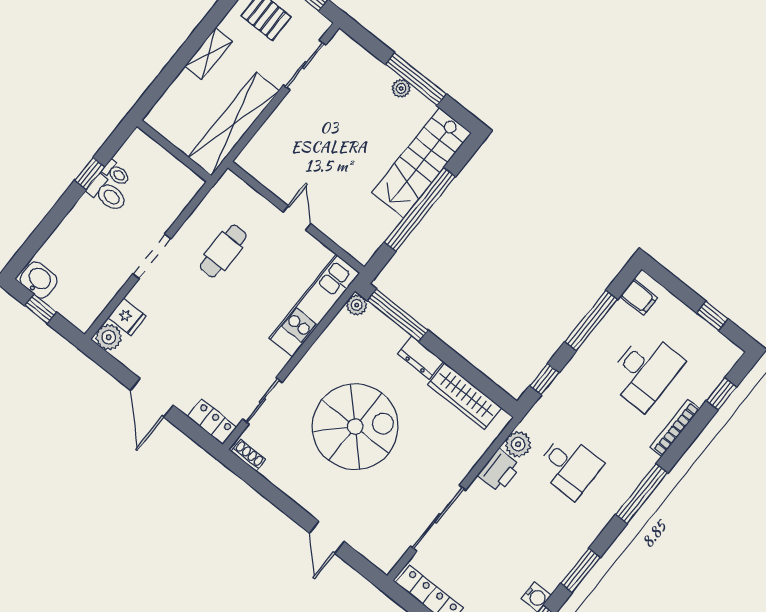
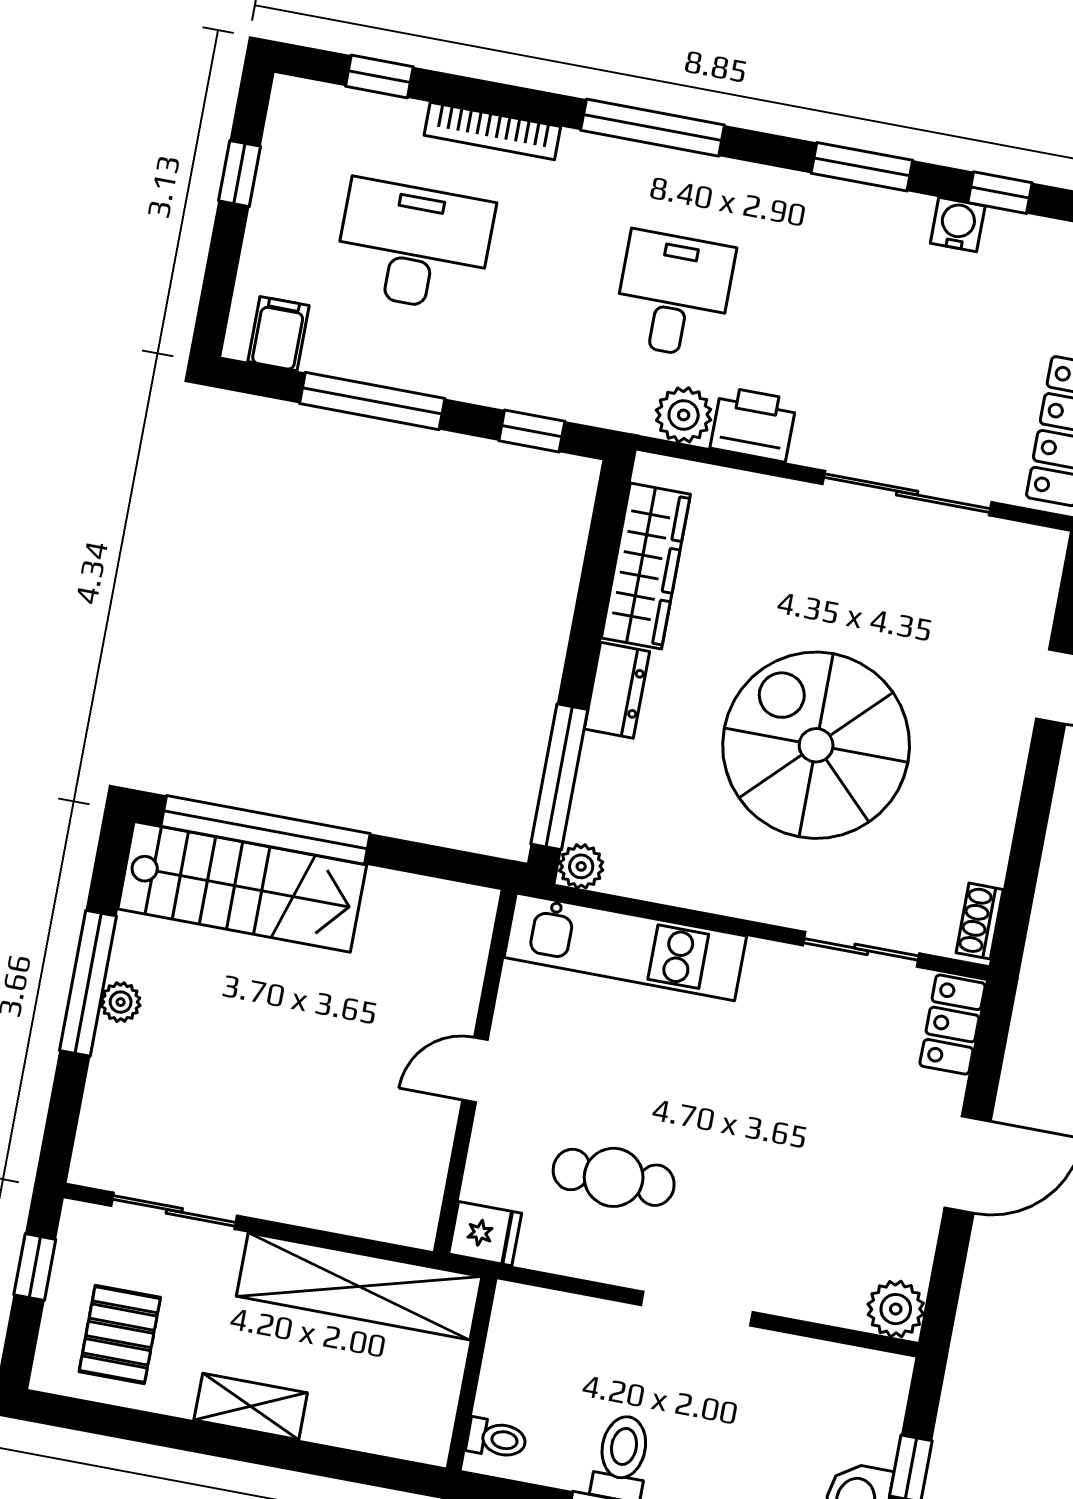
toilet: (116, 173) -> (497, 1439), moved, turned 90
window: (420, 209) -> (265, 830), moved
fridge: (127, 317) -> (485, 1234), moved, turned 90

